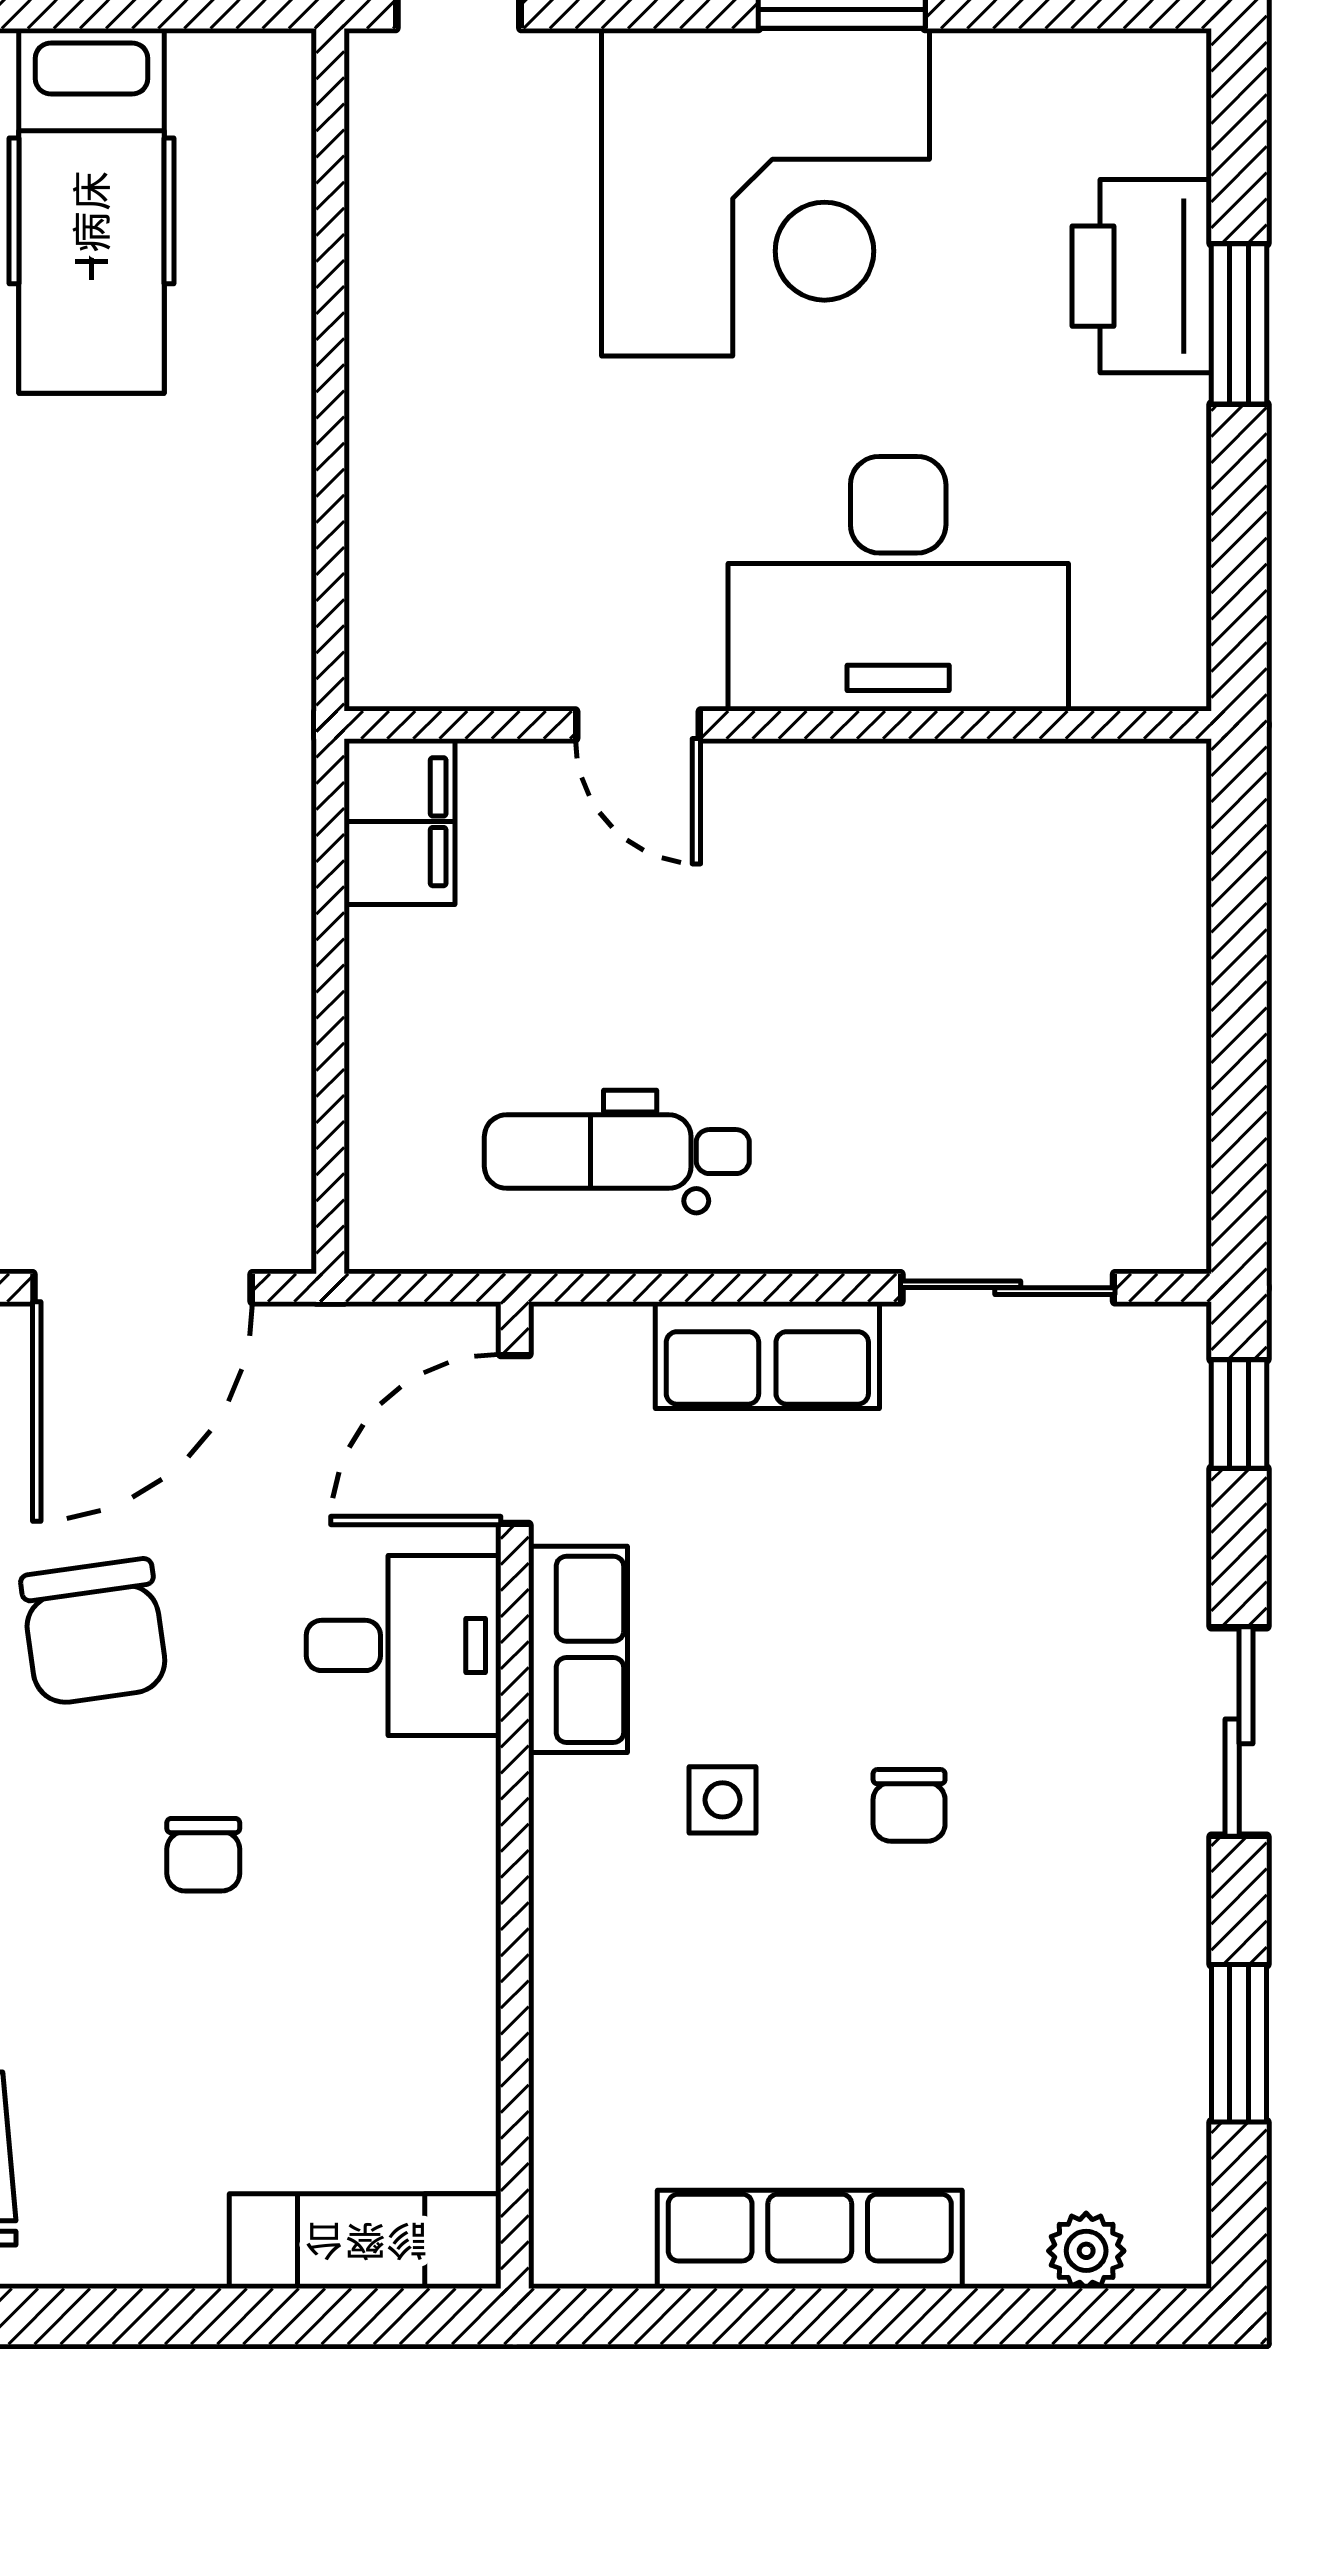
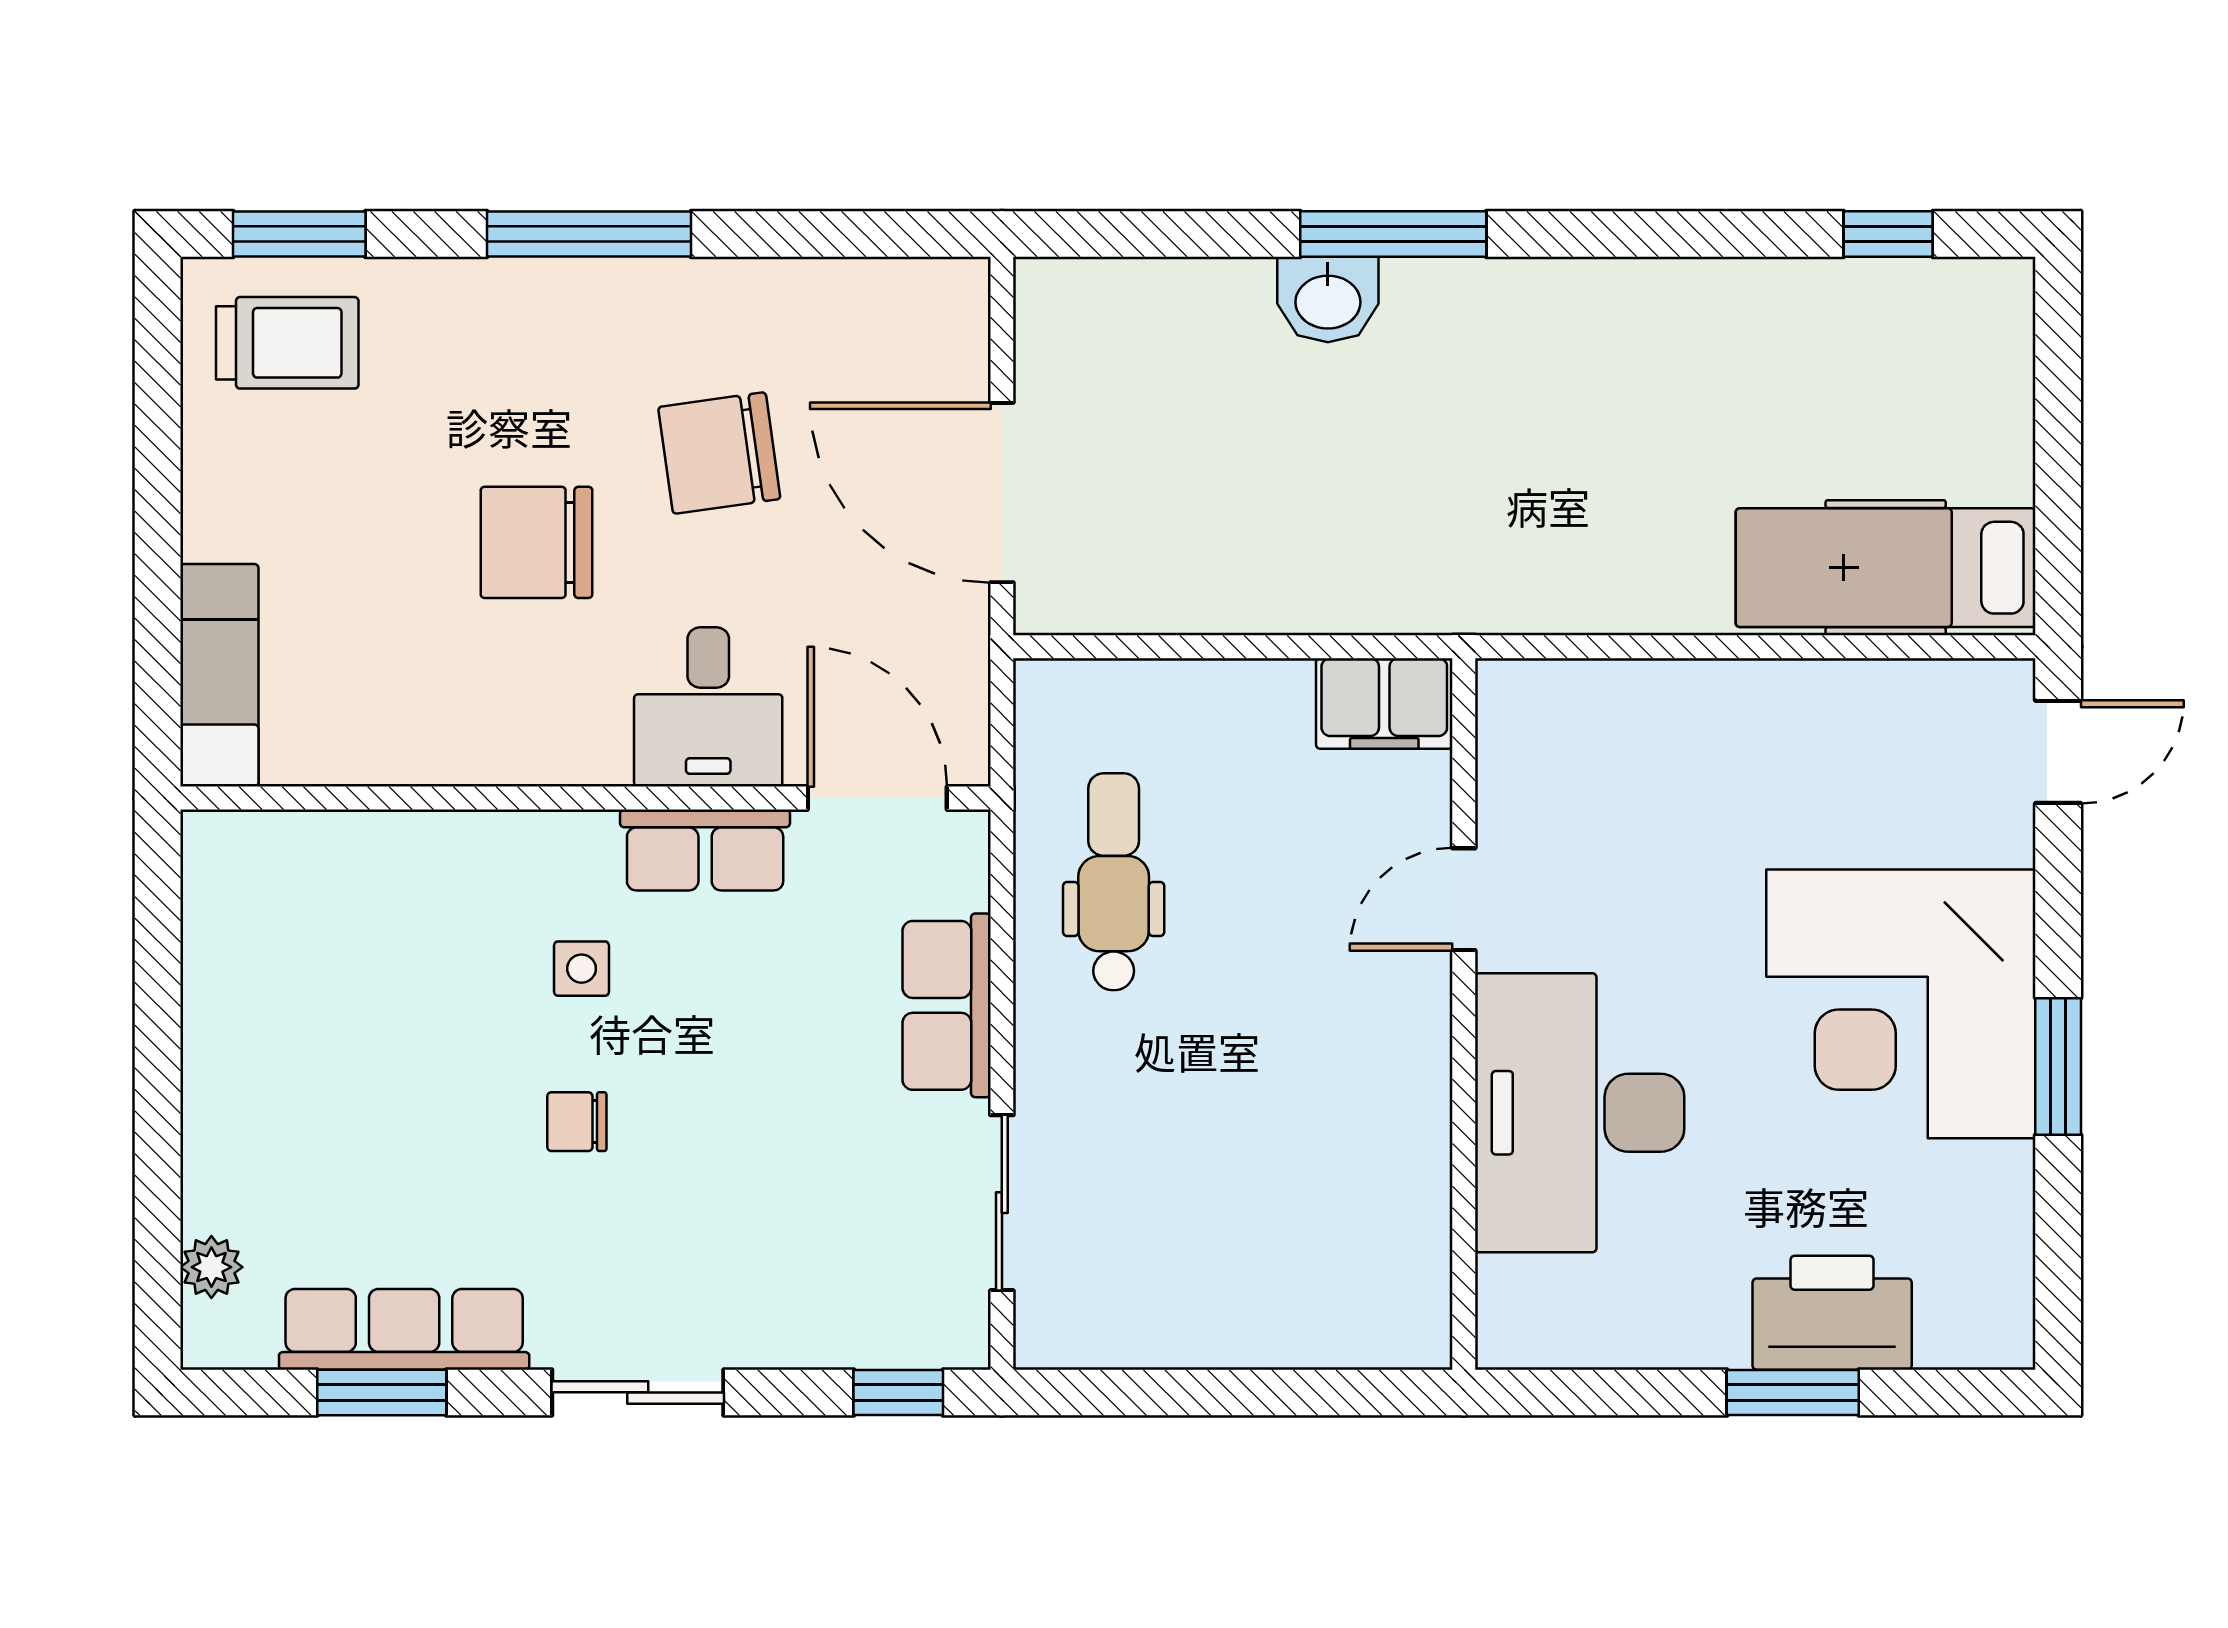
hospital bed: (92, 211) -> (1886, 568), moved
chair: (203, 1855) -> (537, 542), width x1.87, depth x1.87
row of seats: (810, 2239) -> (404, 1329), moved, turned -90

